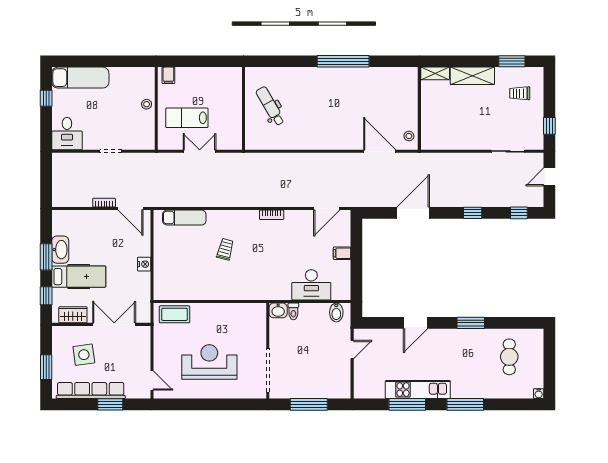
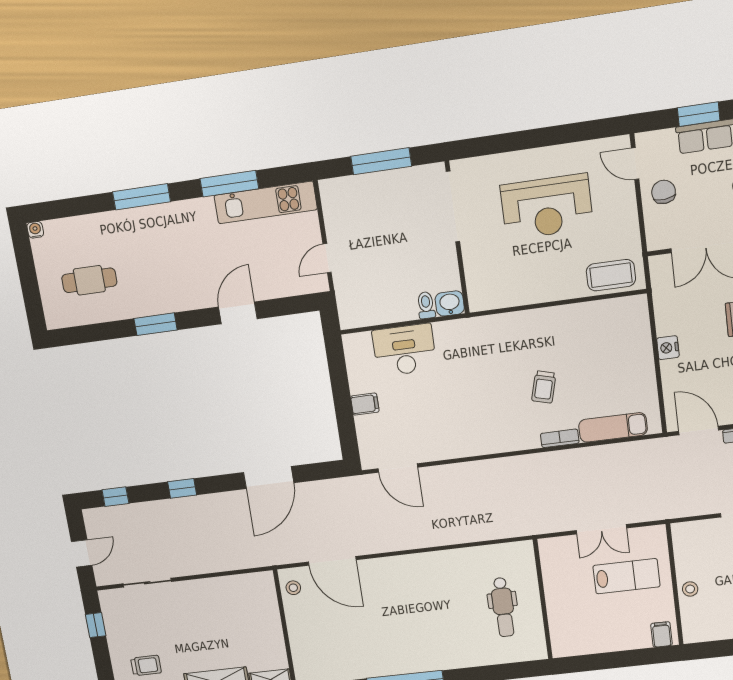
dental chair: (270, 106) -> (503, 607), turned 30
door: (327, 209) -> (398, 468), swing flipped
bookcase: (272, 215) -> (560, 438), moved
bidet: (336, 312) -> (360, 313), removed
cafe table: (509, 357) -> (89, 280), turned 90
chair: (136, 361) -> (664, 192), added
kitchen unit: (418, 390) -> (266, 202), moved

